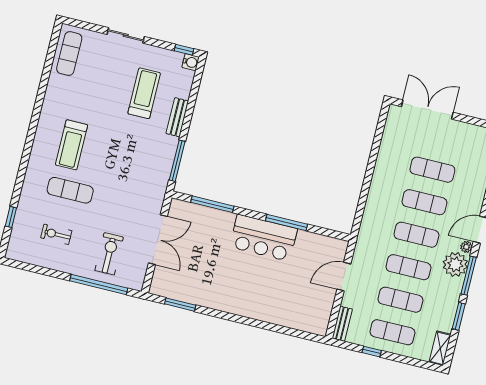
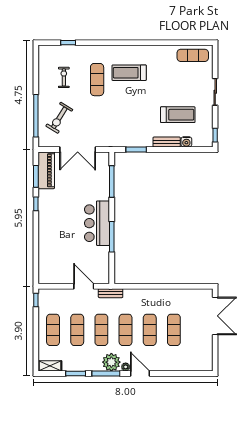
water cooler: (191, 62) -> (186, 142), moved
window: (177, 161) -> (136, 149), width x0.69
exercise bike: (109, 254) -> (59, 118), turned 122
piano: (175, 289) -> (46, 170), added
window: (217, 314) -> (36, 204), added
bench: (342, 324) -> (111, 293), moved
window: (372, 352) -> (36, 300), moved

